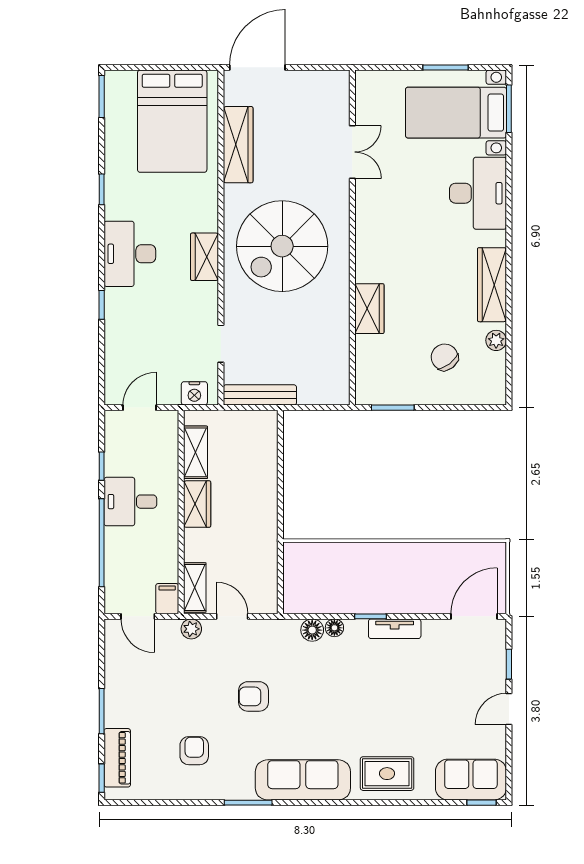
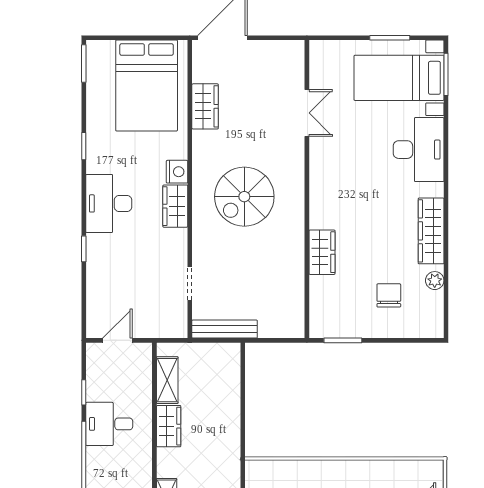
wardrobe: (238, 145) -> (205, 106), width x0.67
spiral stairs: (282, 246) -> (244, 197), width x0.73, depth x0.73
chair: (445, 357) -> (389, 295), turned 38
nightstand: (194, 393) -> (177, 172), moved, turned -90

